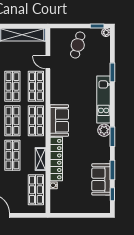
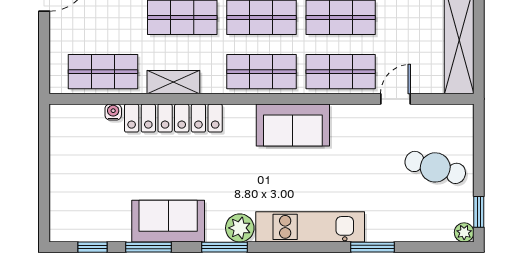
sofa: (59, 120) -> (293, 125), moved
sofa: (101, 179) -> (168, 221), moved

